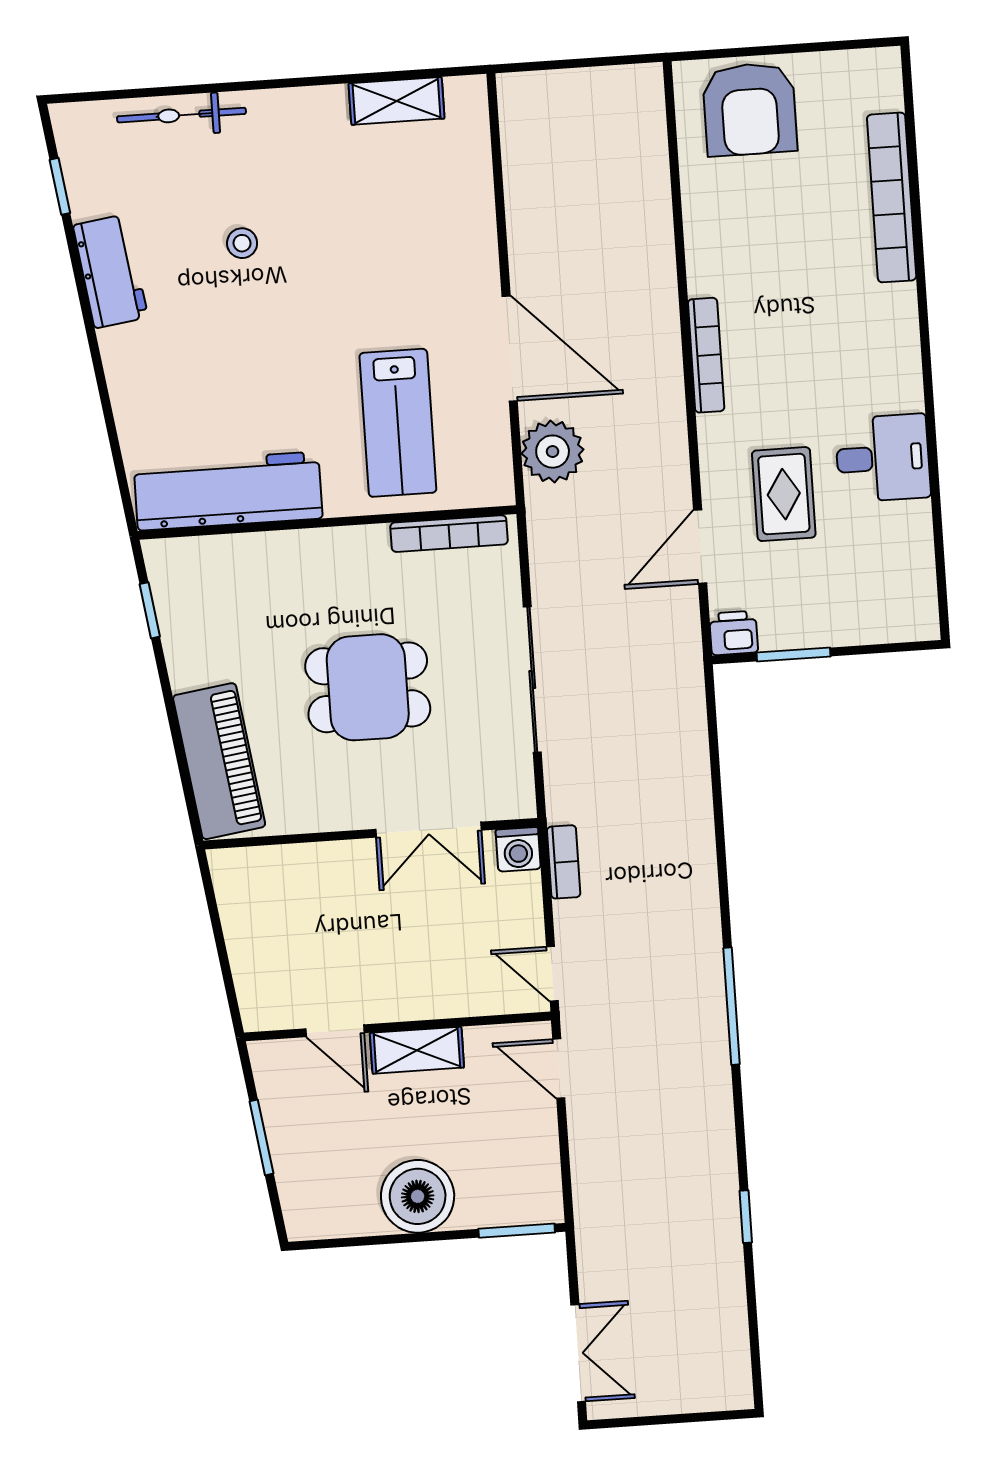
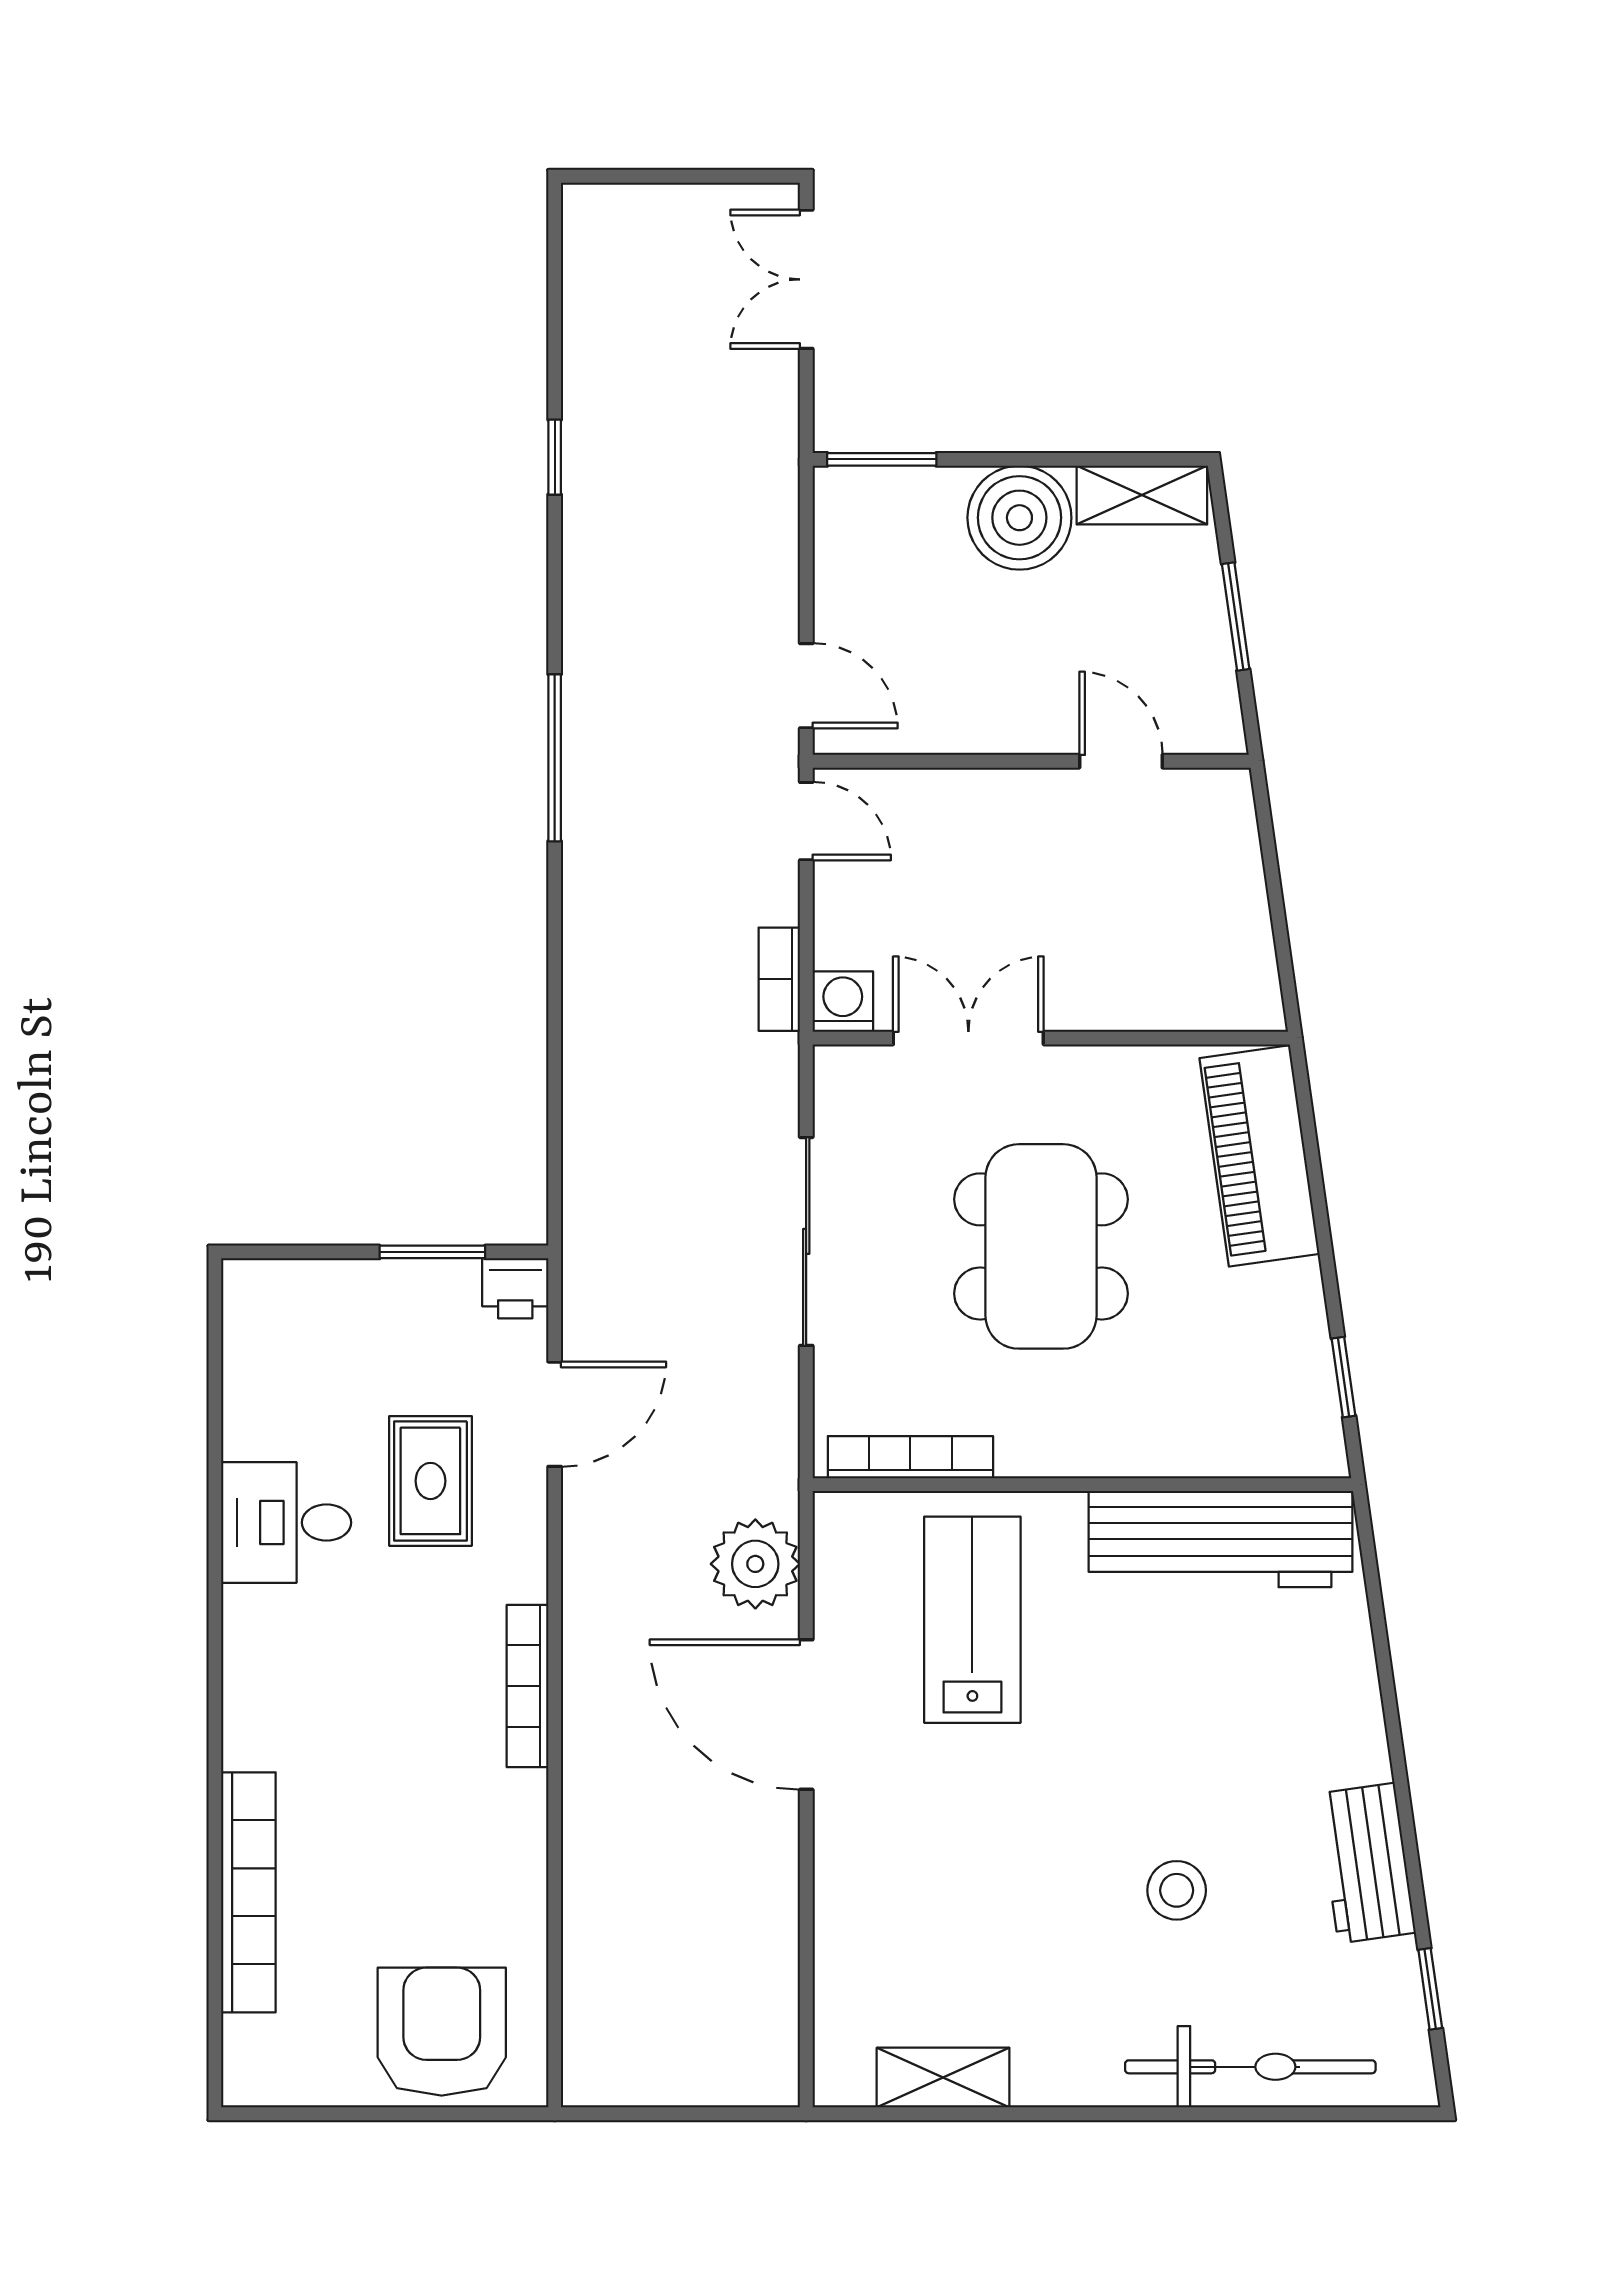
bicycle: (181, 115) -> (1250, 2067), width x1.37, depth x1.40
stool: (242, 243) -> (1177, 1890), width x1.37, depth x1.37
dining table: (368, 687) -> (1041, 1246), width x1.38
shelving: (417, 1050) -> (1142, 495), moved

